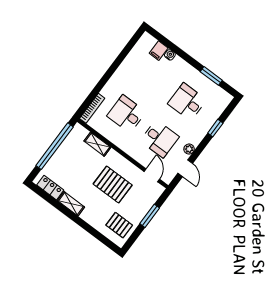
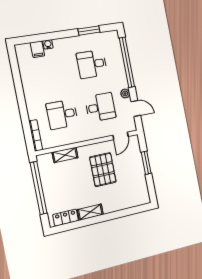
window: (215, 128) -> (127, 62), width x3.17
door: (152, 175) -> (121, 136), swing flipped
pallet: (113, 185) -> (103, 170), turned 90
pallet: (119, 225) -> (134, 190), removed

